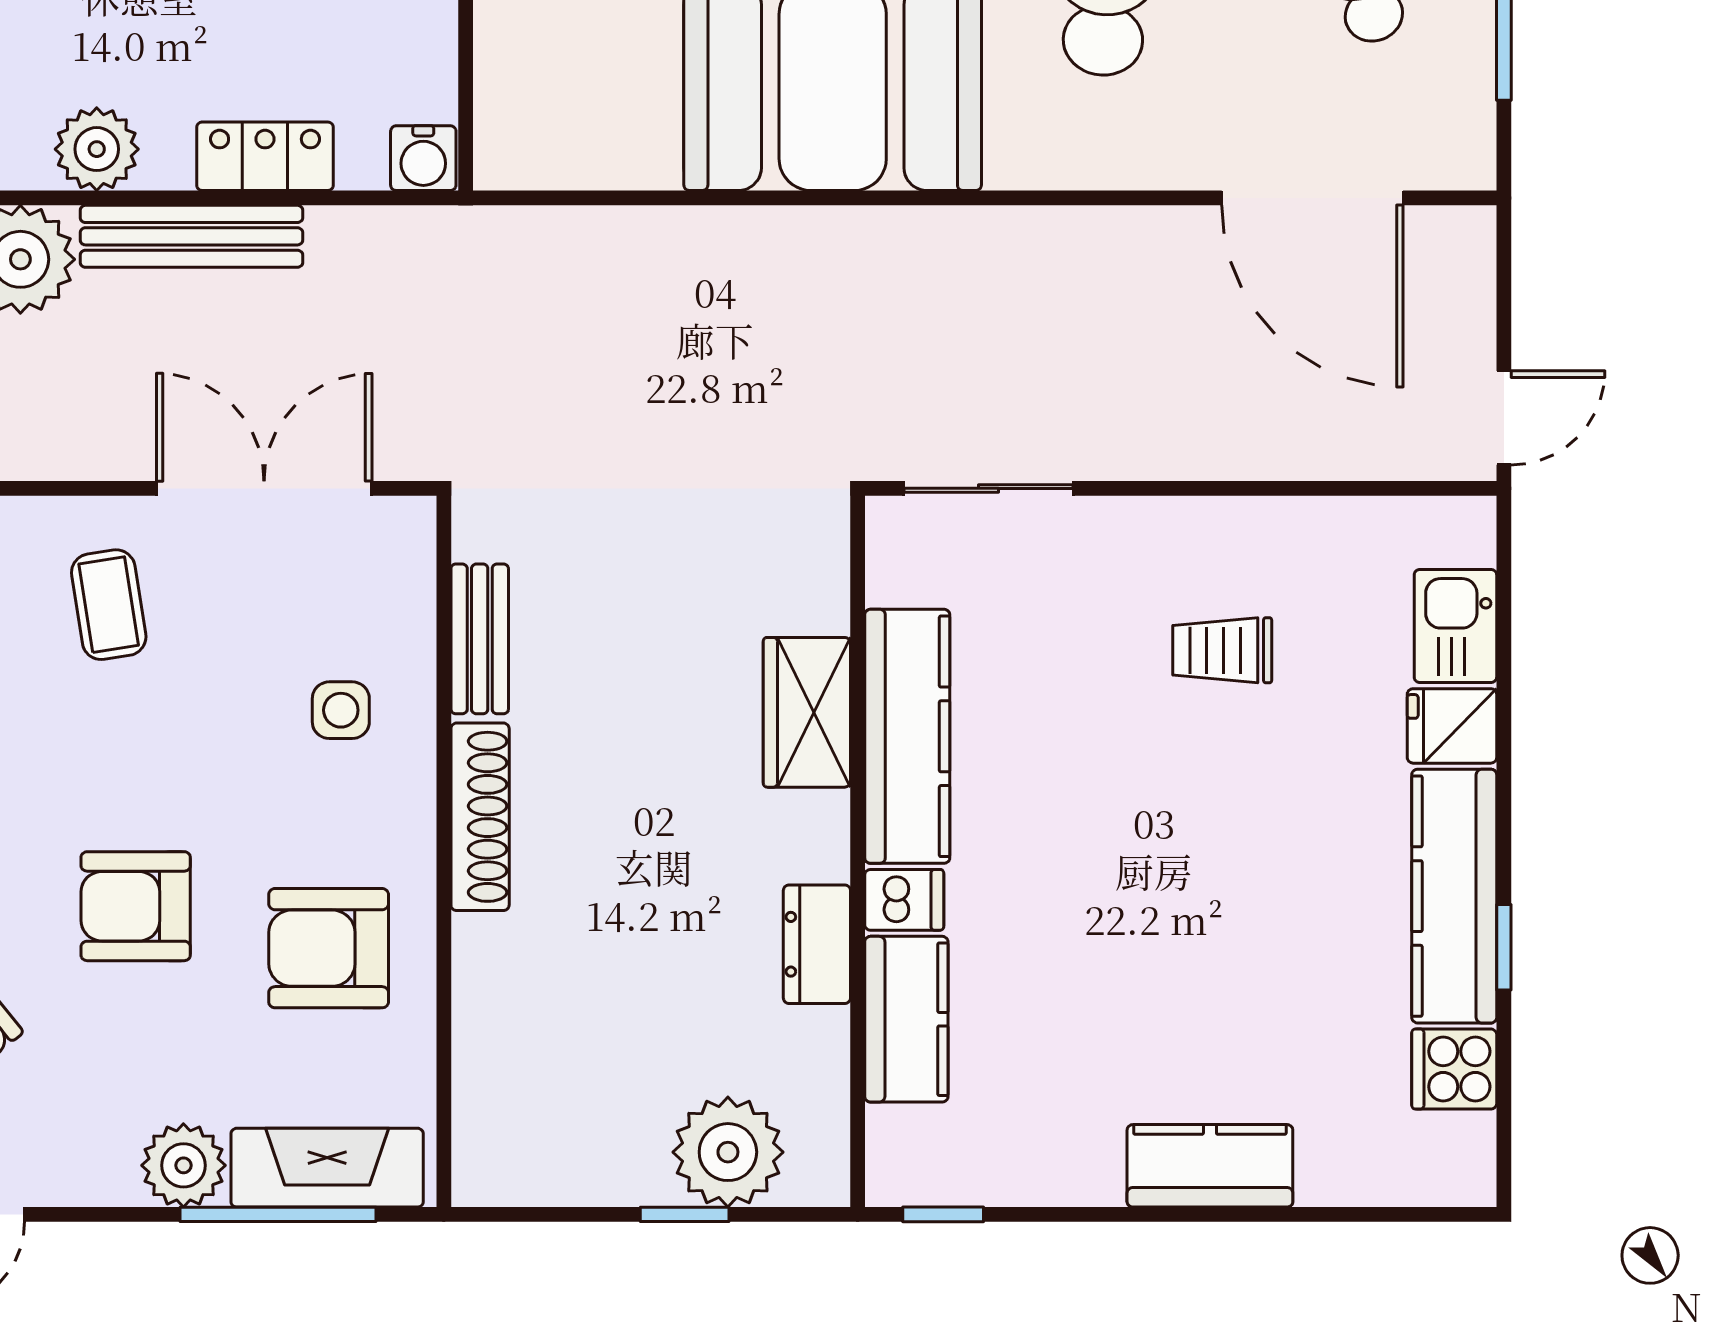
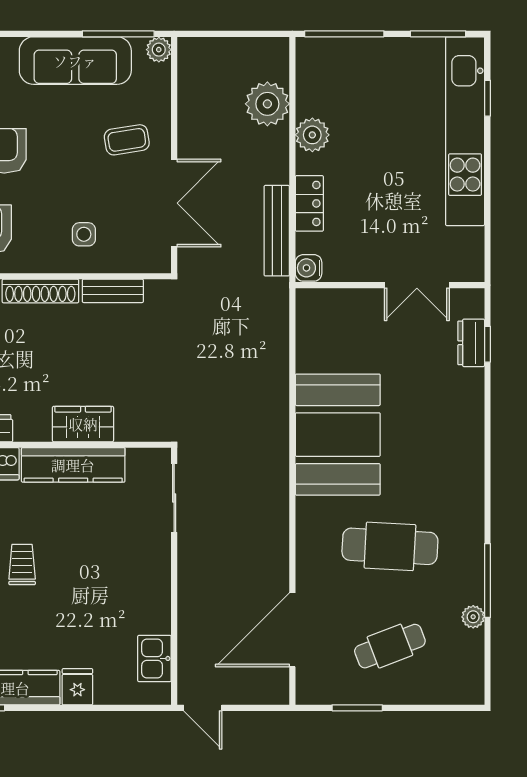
bench: (191, 236) -> (277, 231), moved
kitchen sink: (1455, 626) -> (154, 658), moved, turned -90
trolley: (1222, 650) -> (22, 565), moved

